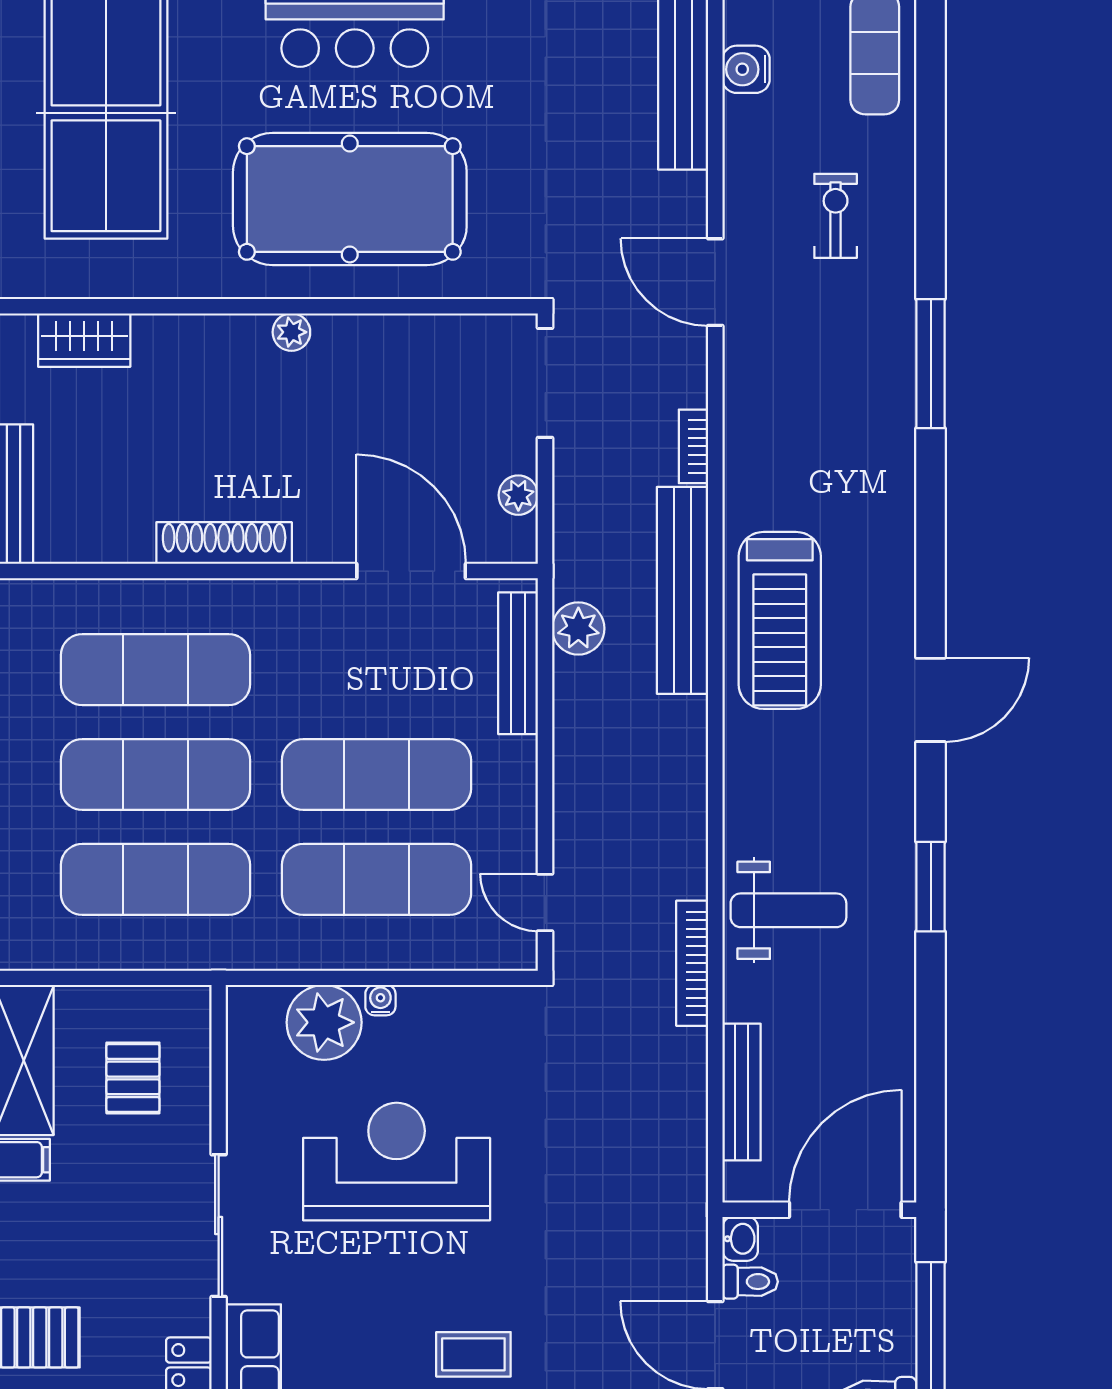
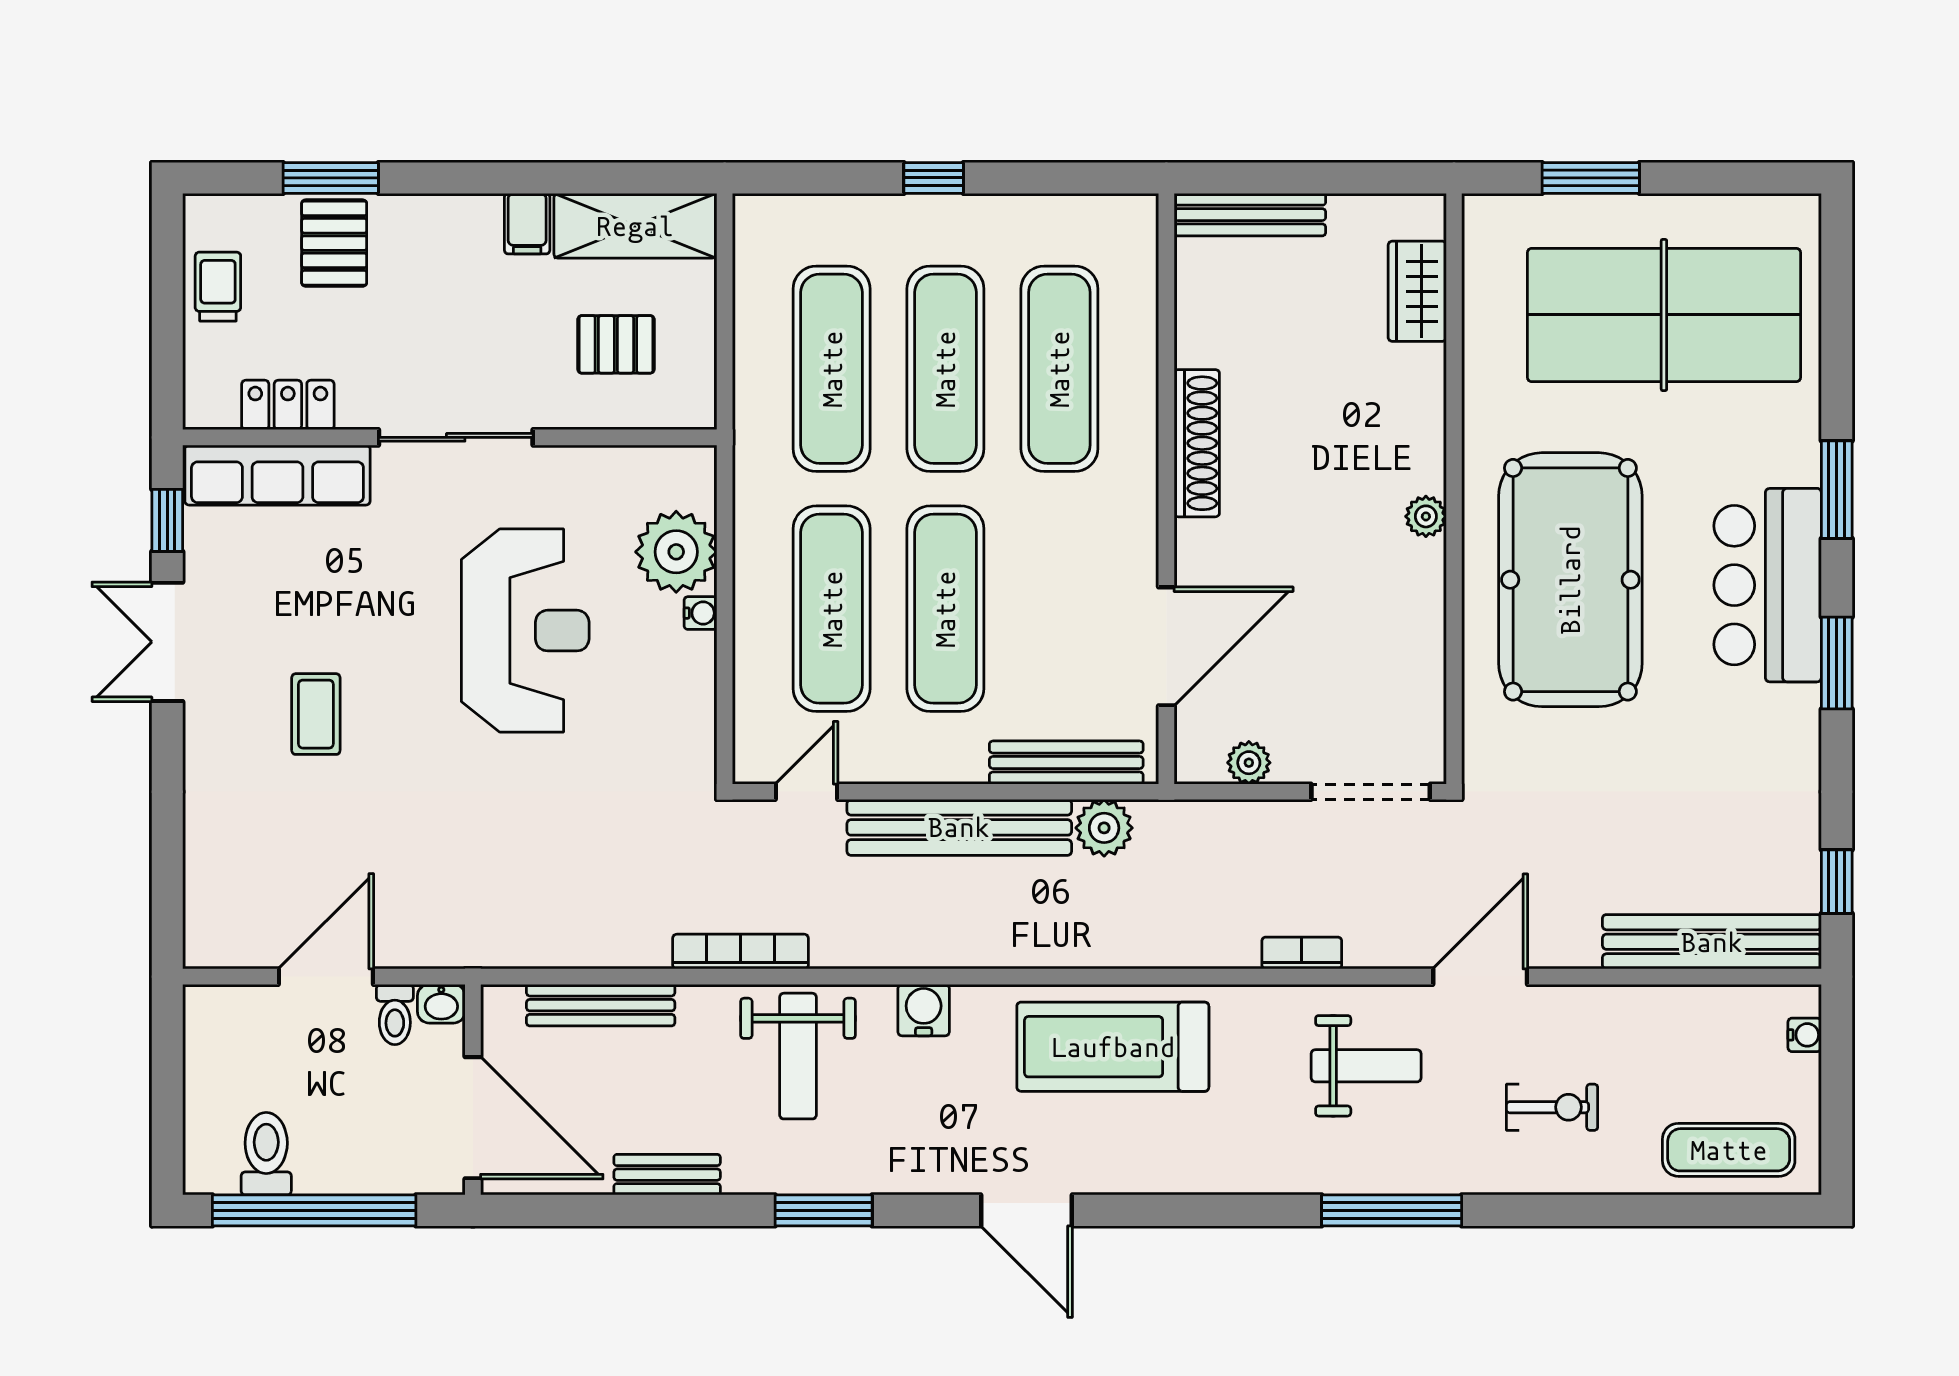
water cooler: (746, 69) -> (924, 1010), moved
weight bench: (797, 387) -> (1366, 1066), added
bench: (683, 590) -> (959, 827), moved
bench: (898, 1031) -> (667, 1175), added

